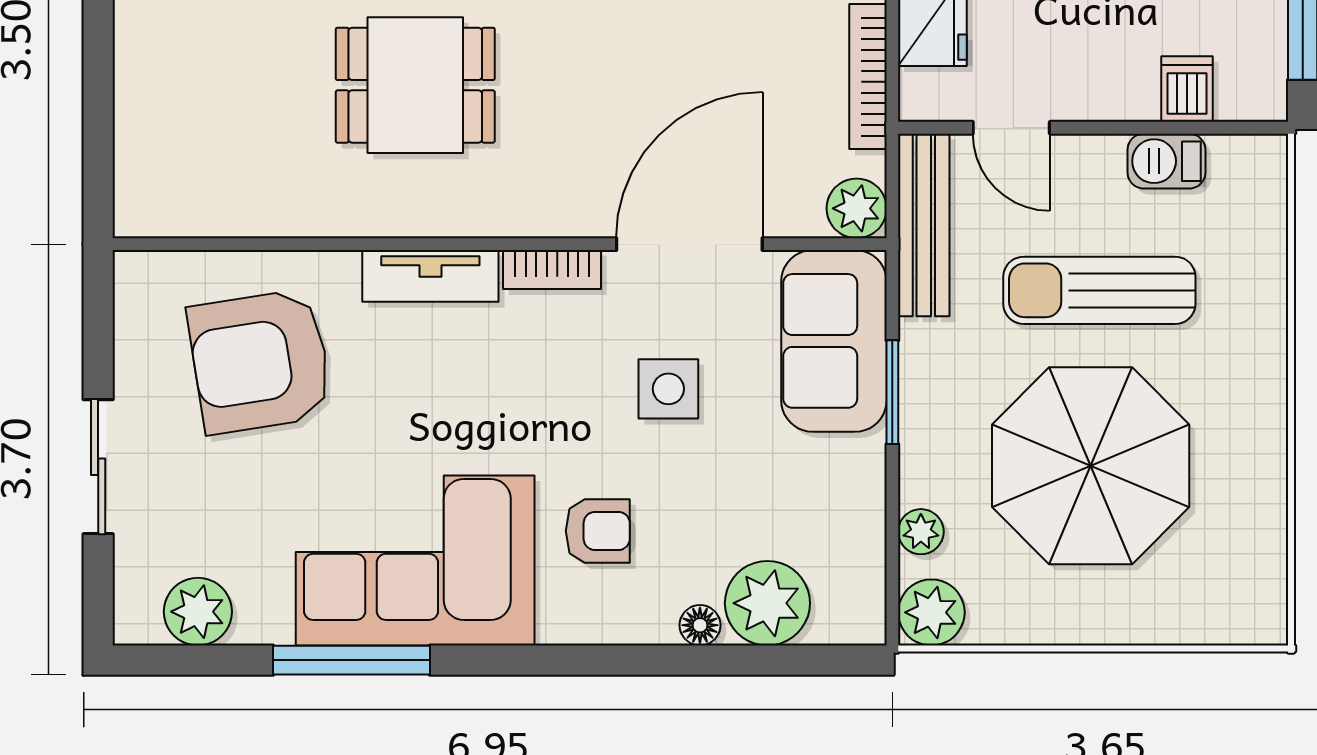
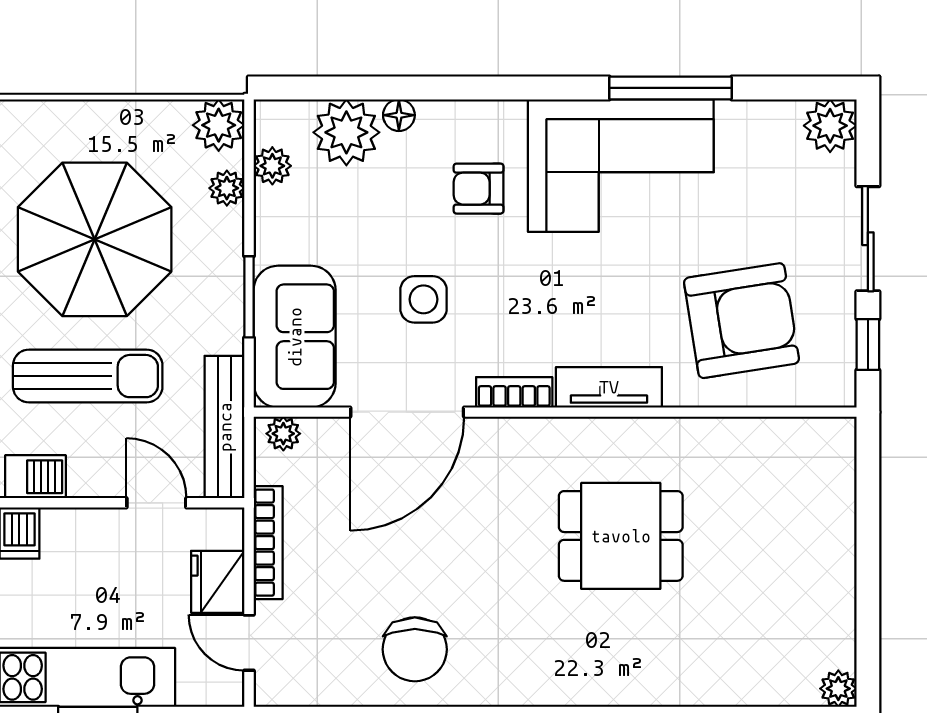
plant: (857, 208) -> (283, 434), width x0.73, depth x0.73
window: (98, 331) -> (868, 344), added
plant: (862, 560) -> (272, 166), added
plant: (198, 612) -> (830, 126), moved

